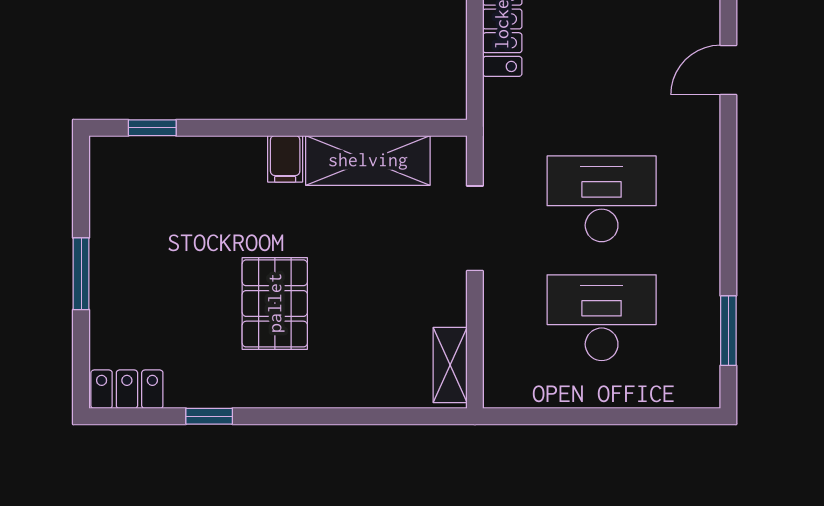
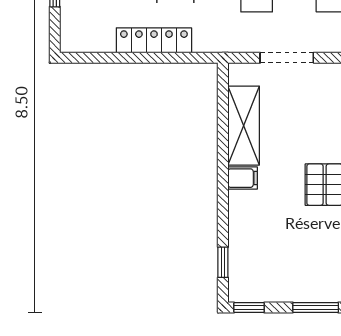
window: (81, 169) -> (249, 308), added

